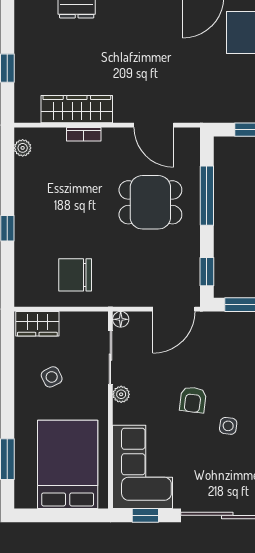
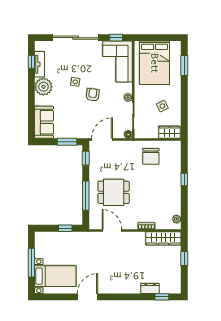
wardrobe: (77, 109) -> (163, 238), moved
chair: (75, 275) -> (151, 156), turned 90

